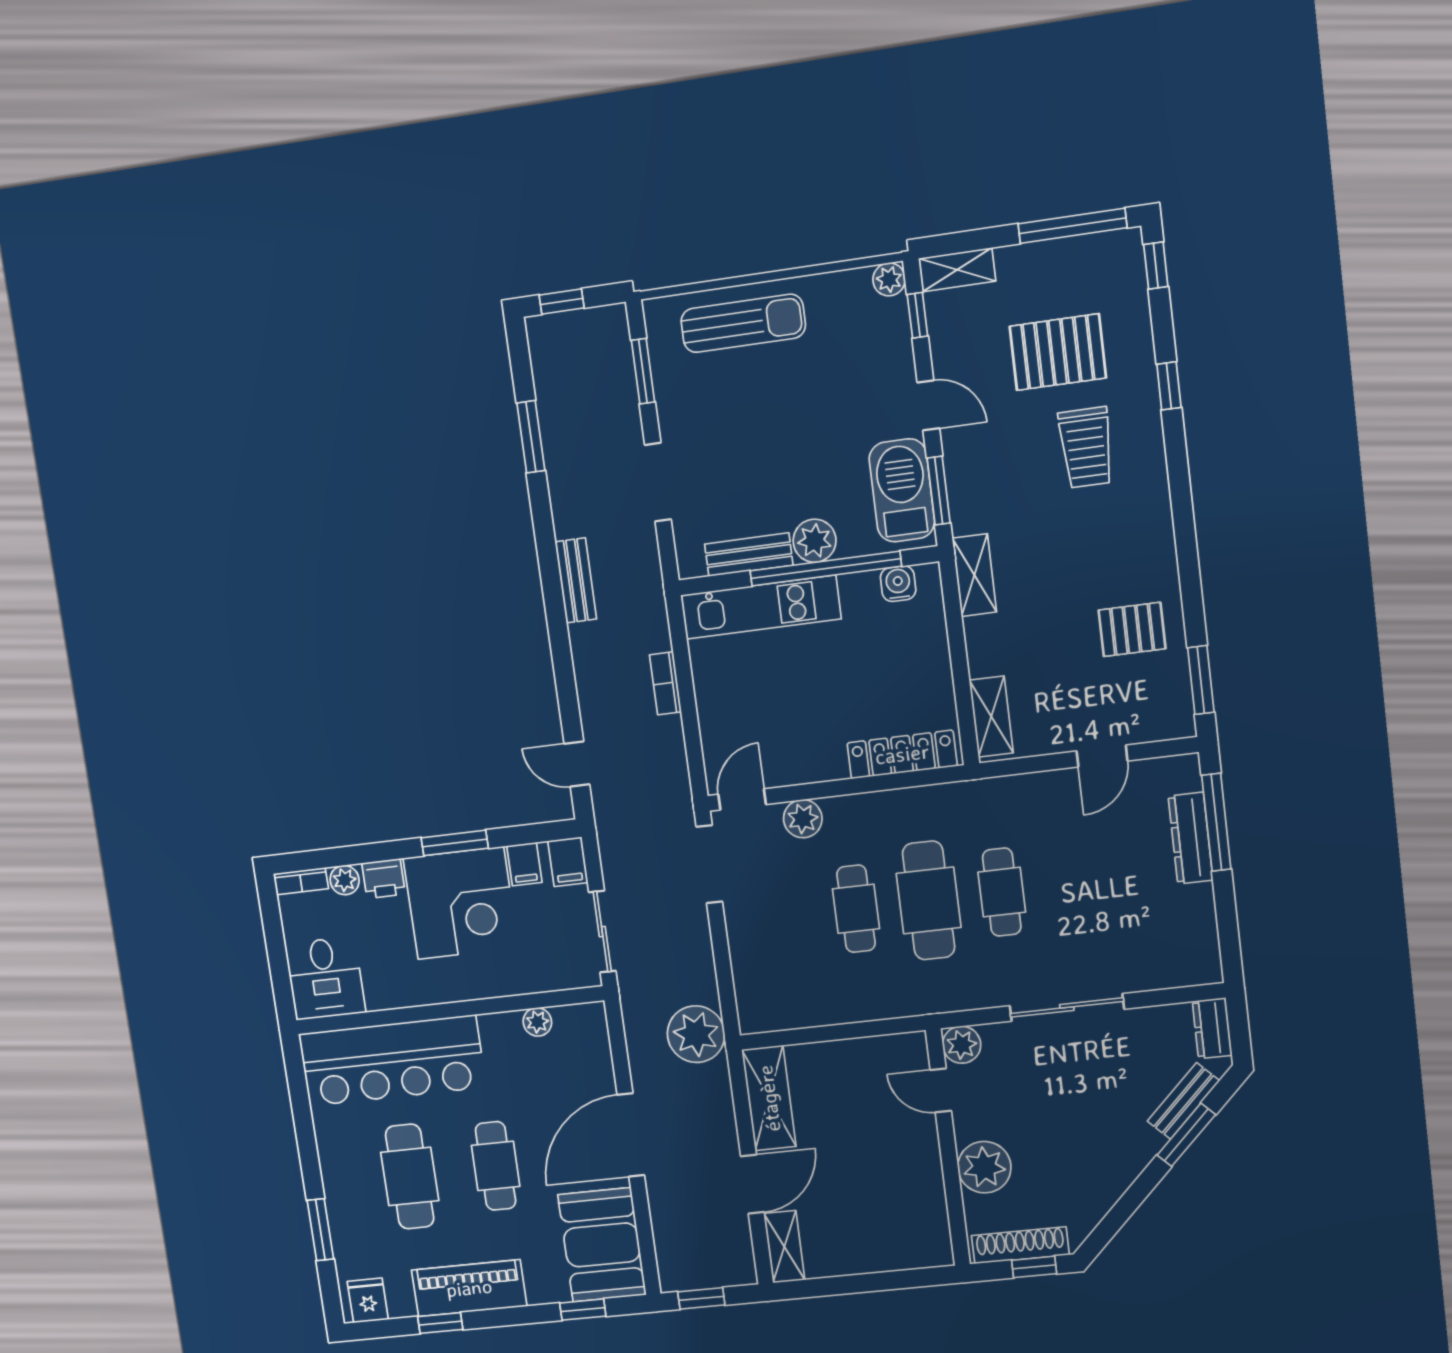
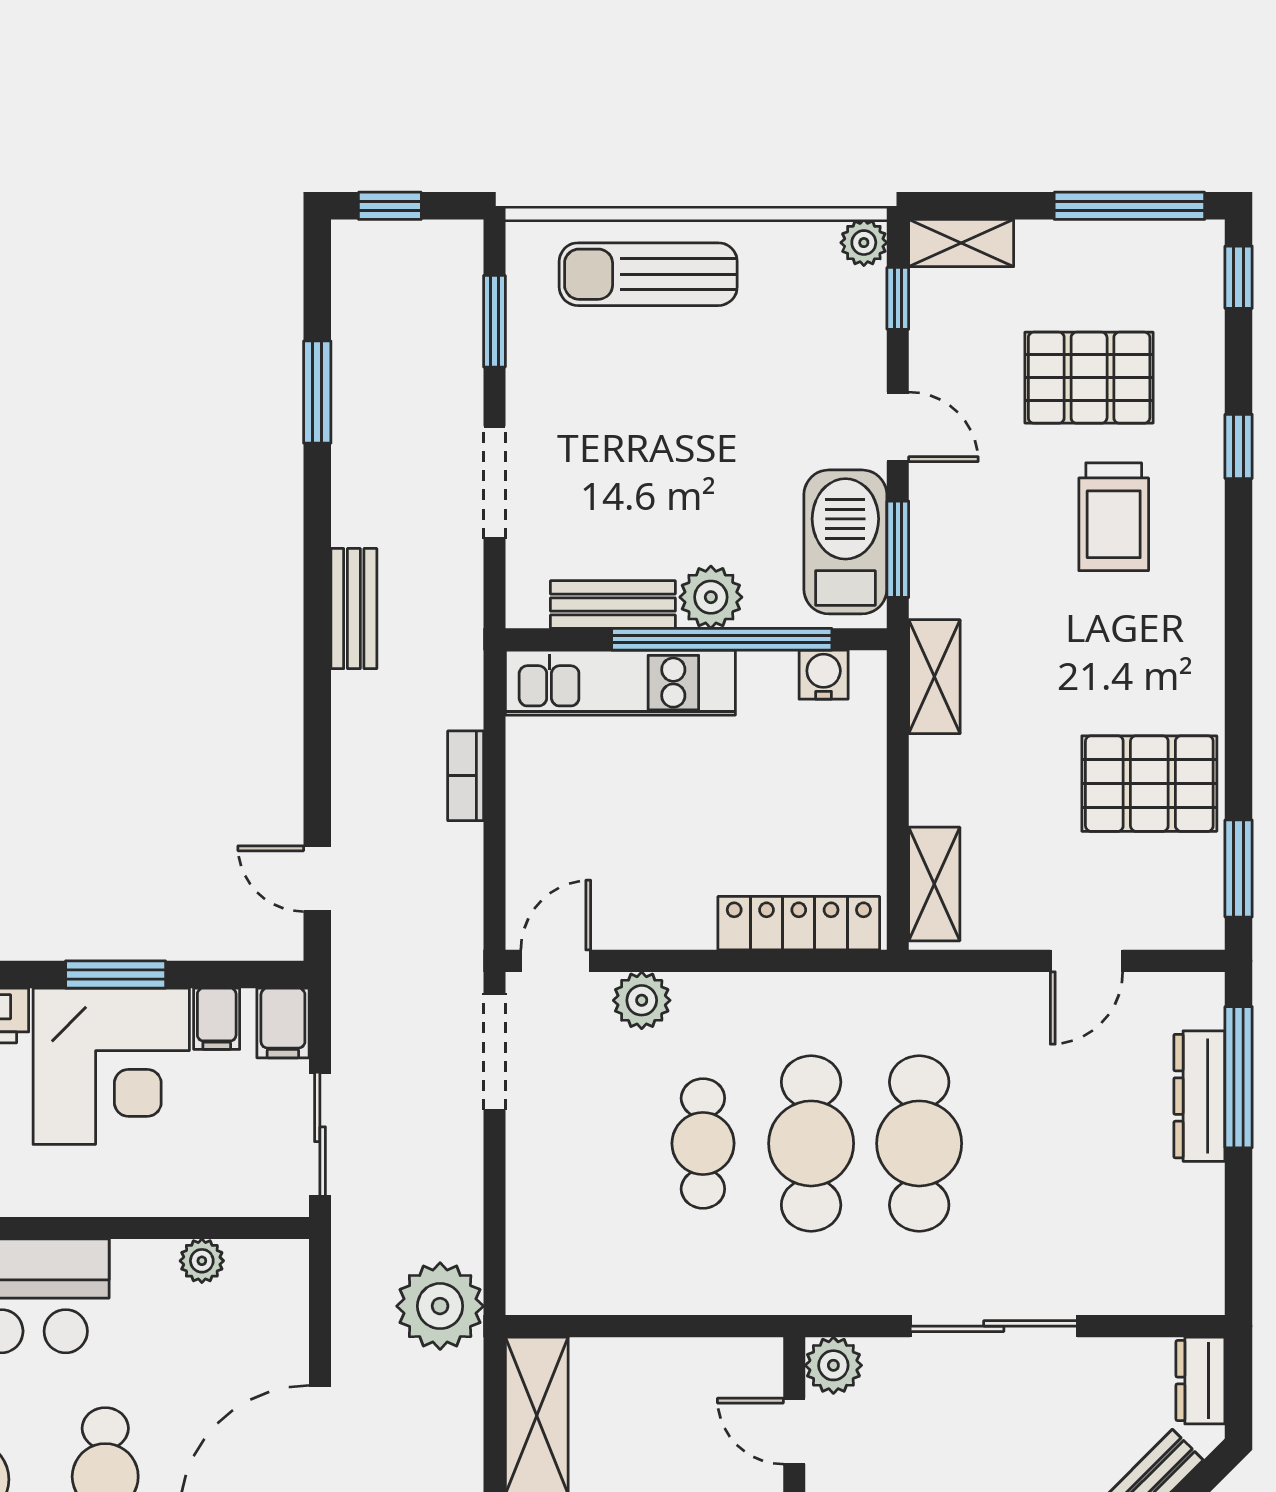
sun lounger: (743, 323) -> (648, 274), turned 180
pallet: (1132, 629) -> (1149, 784), width x1.50, depth x1.42
cafe table: (1002, 892) -> (919, 1143), width x1.37, depth x1.35

